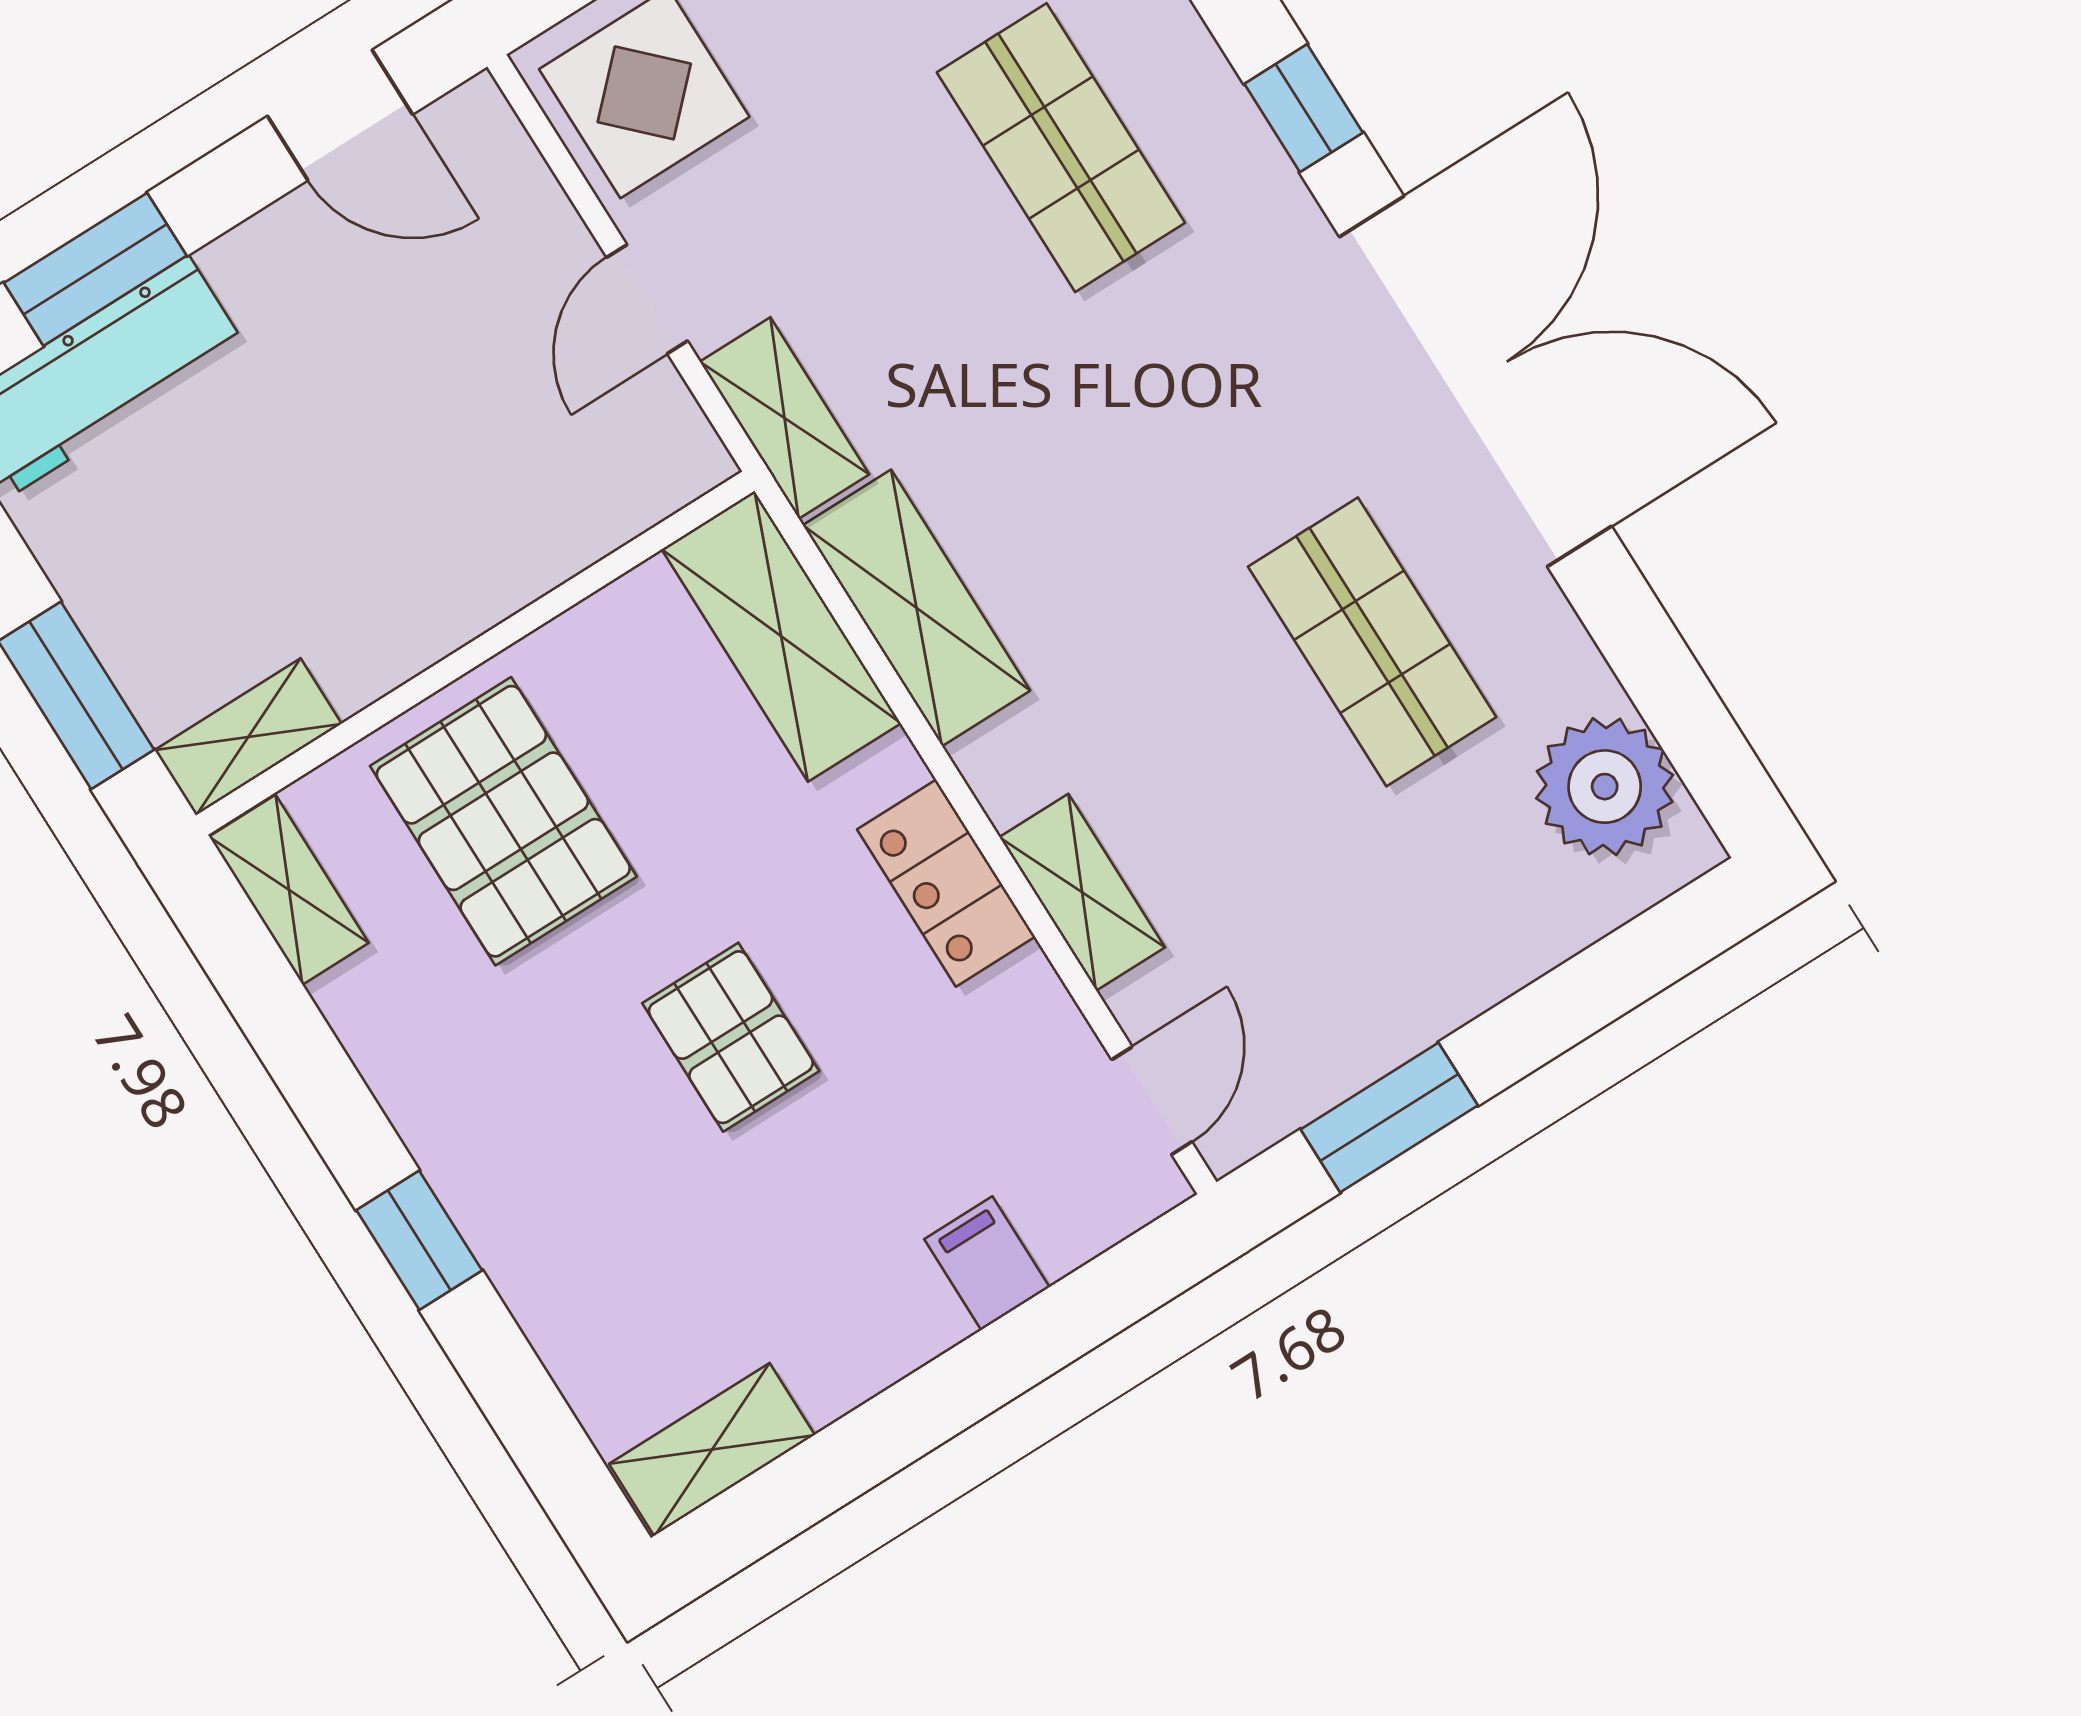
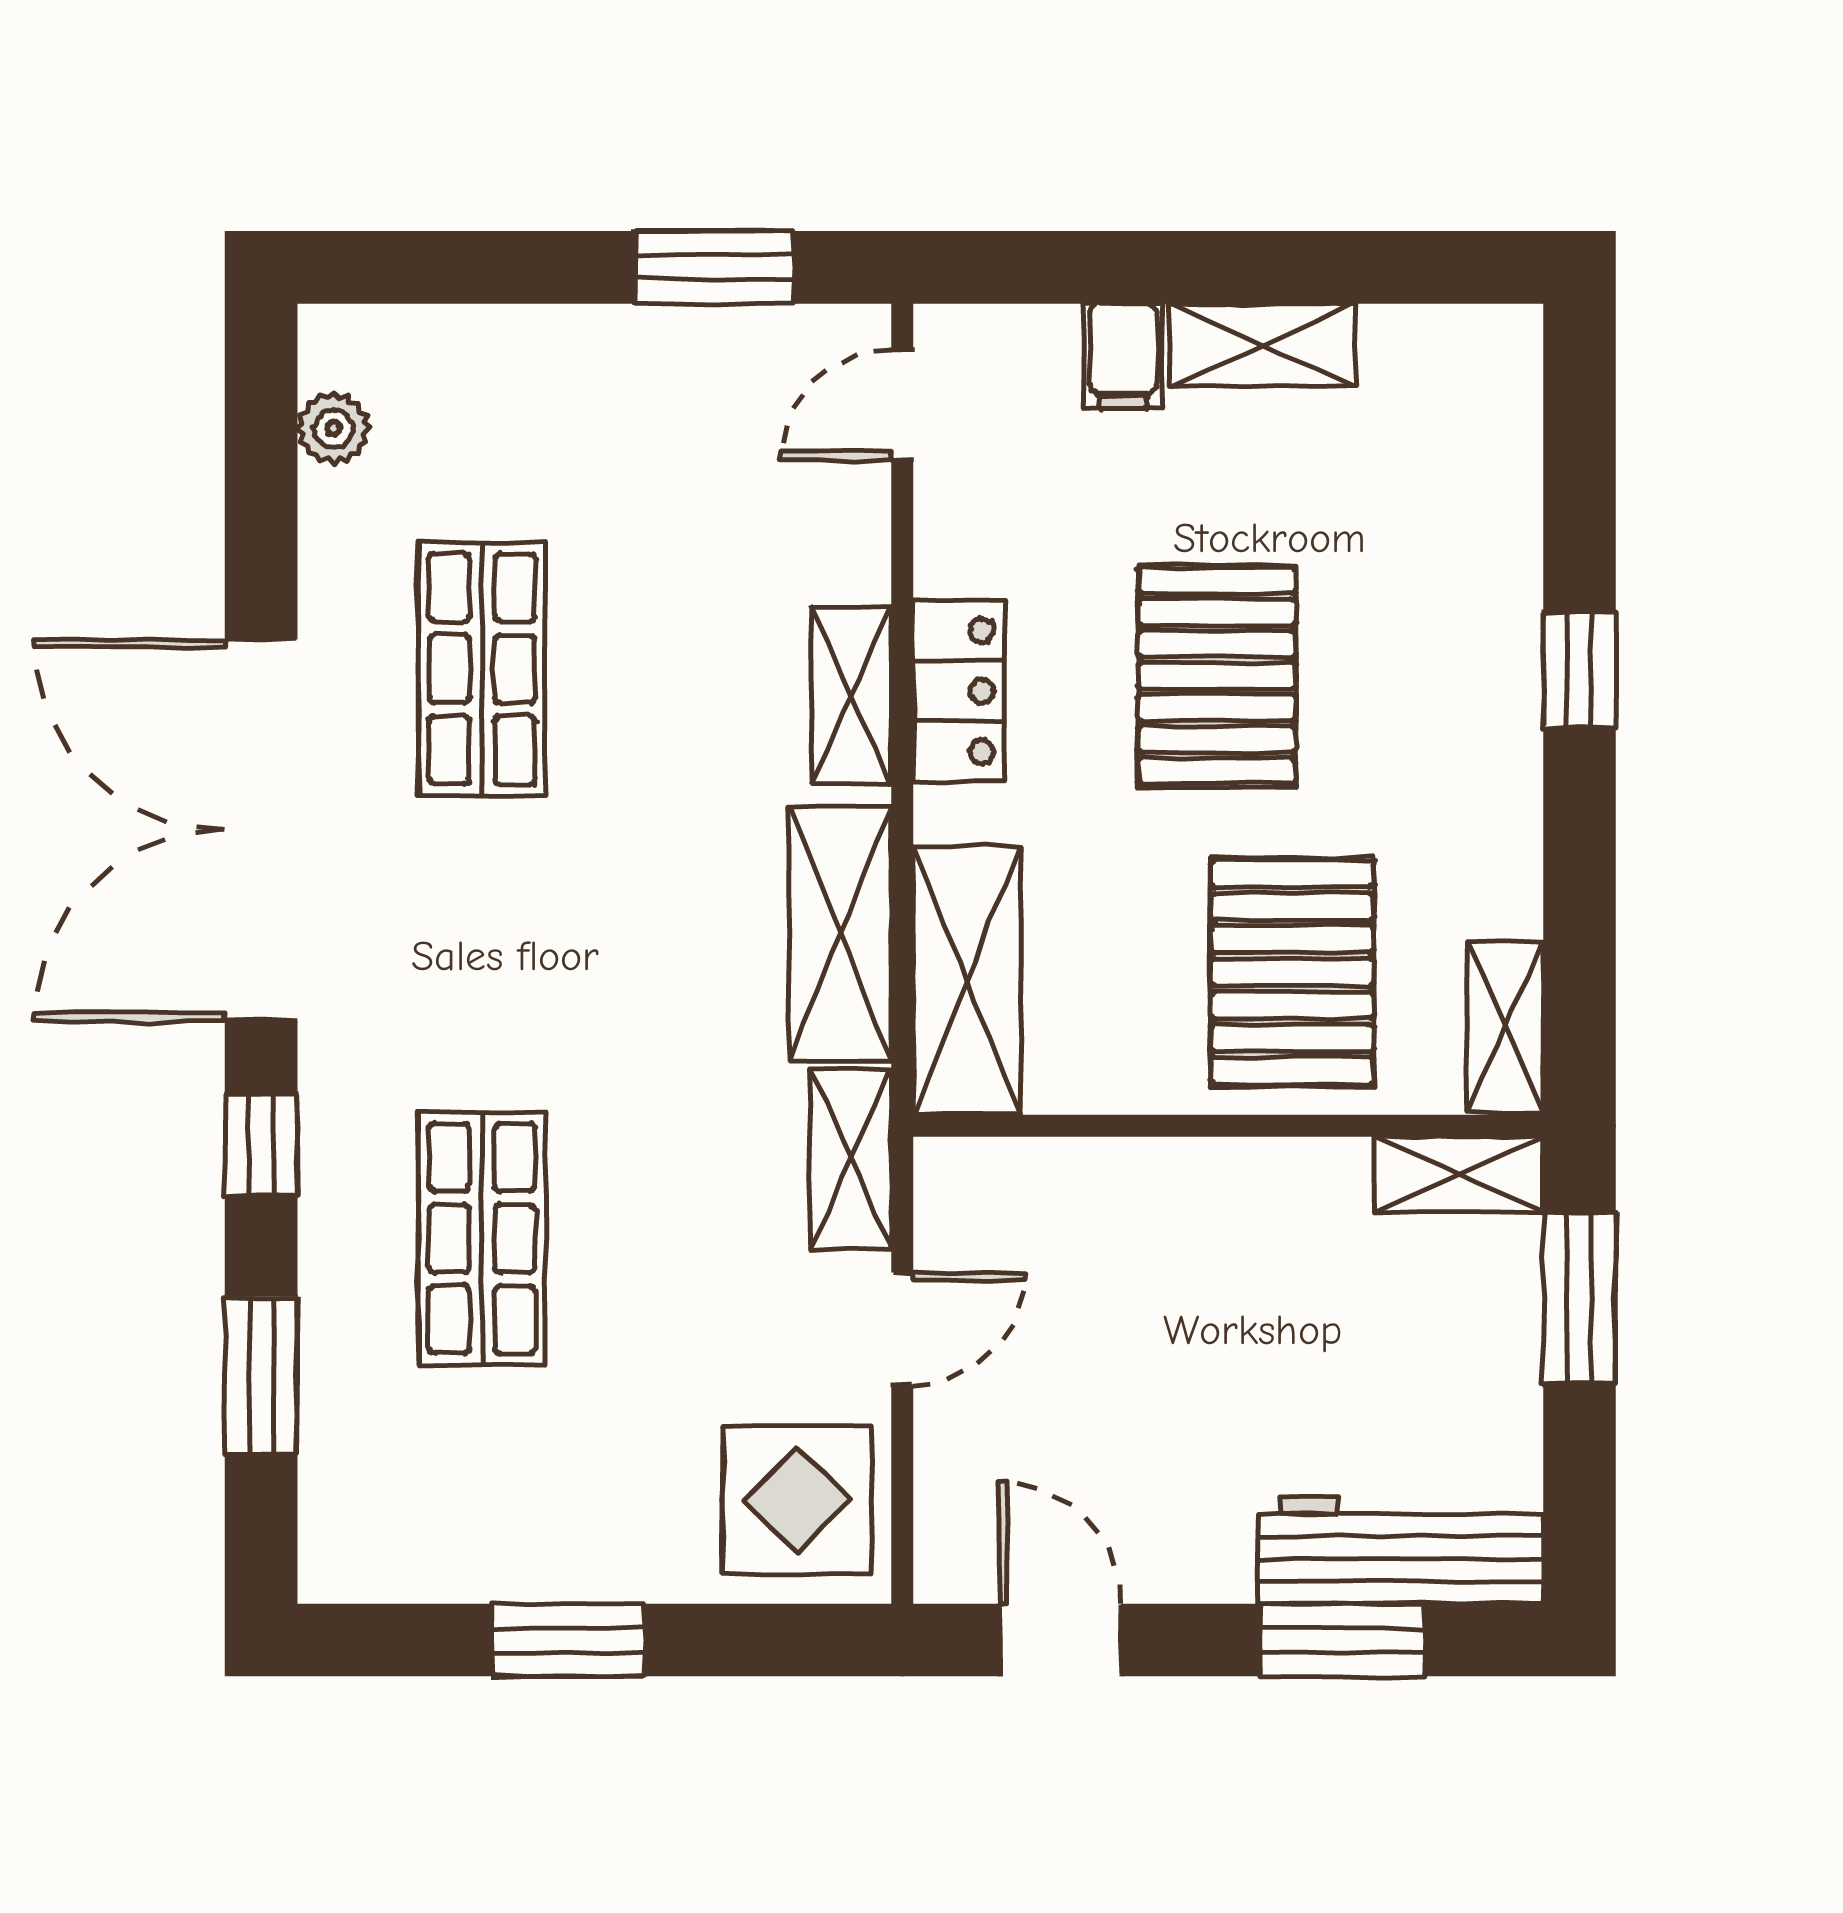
plant: (1605, 787) -> (334, 428), width x0.53, depth x0.53
shelving: (1082, 892) -> (851, 696), moved
pallet: (731, 1037) -> (1217, 676), width x1.50, depth x1.42
shelving: (712, 1450) -> (1262, 345), moved

